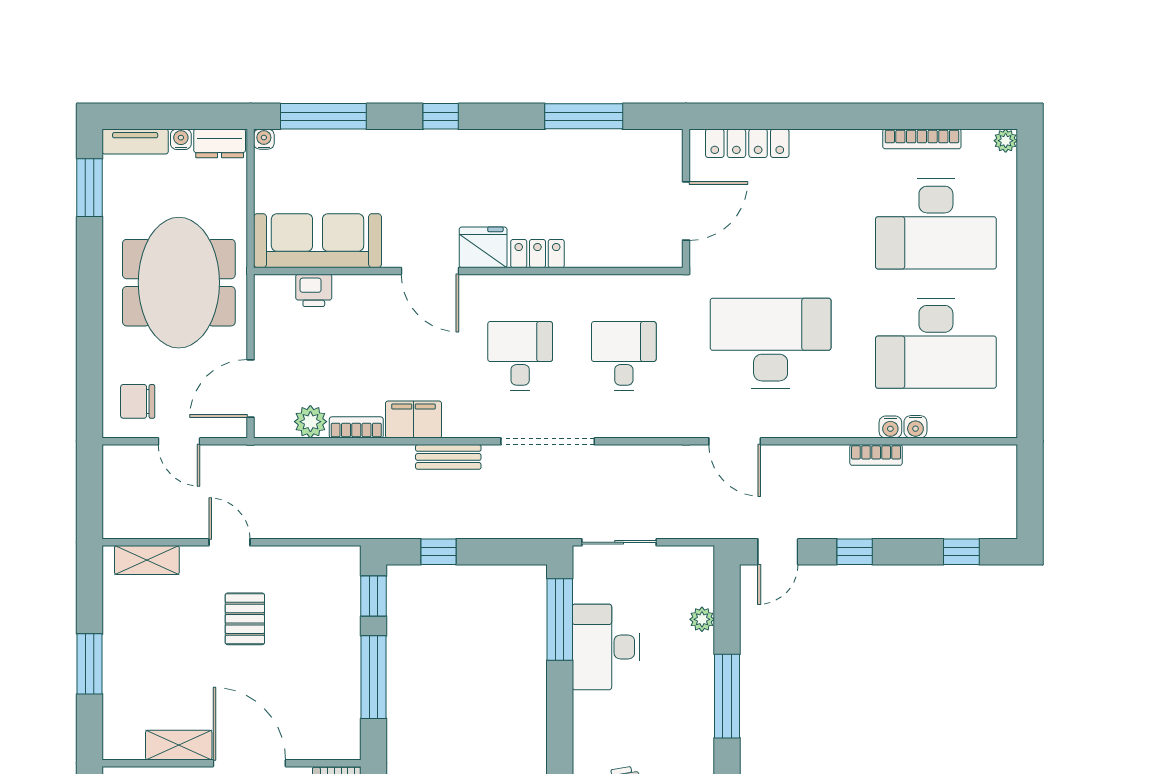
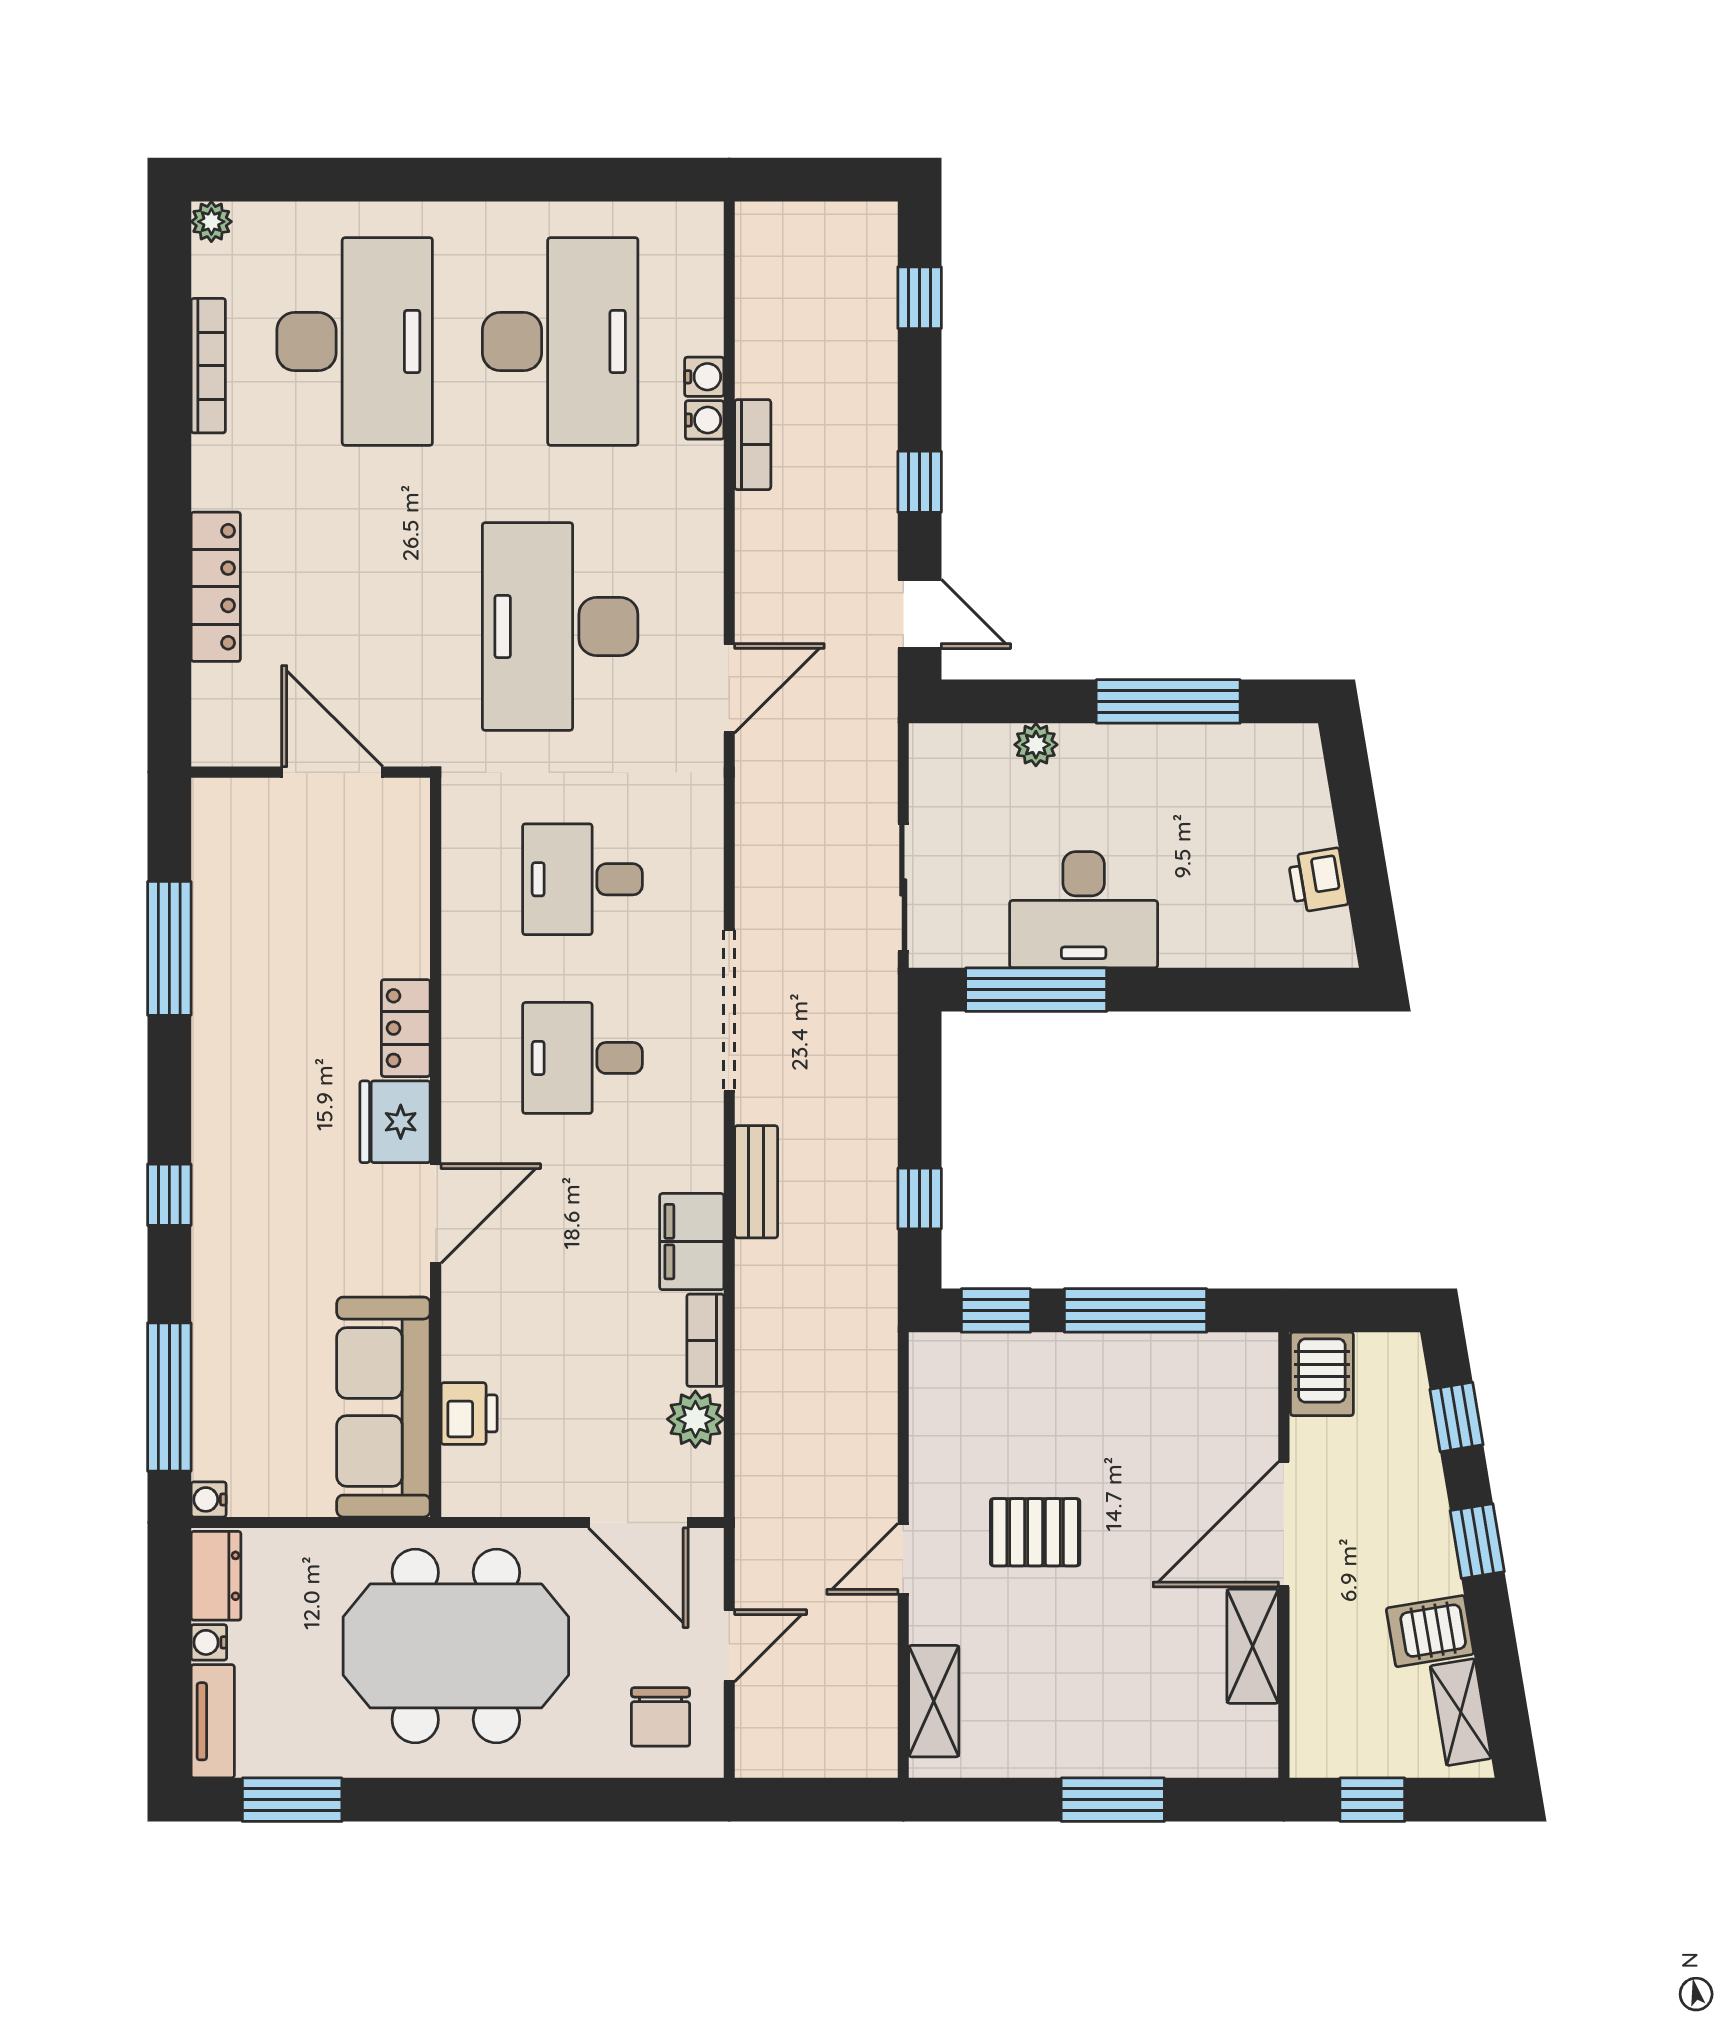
locker: (747, 143) -> (216, 587), moved

